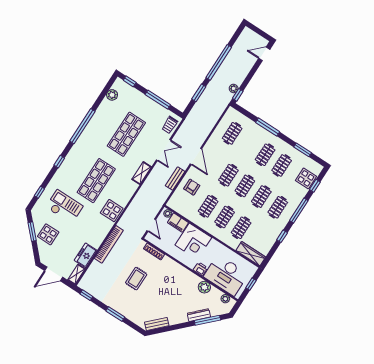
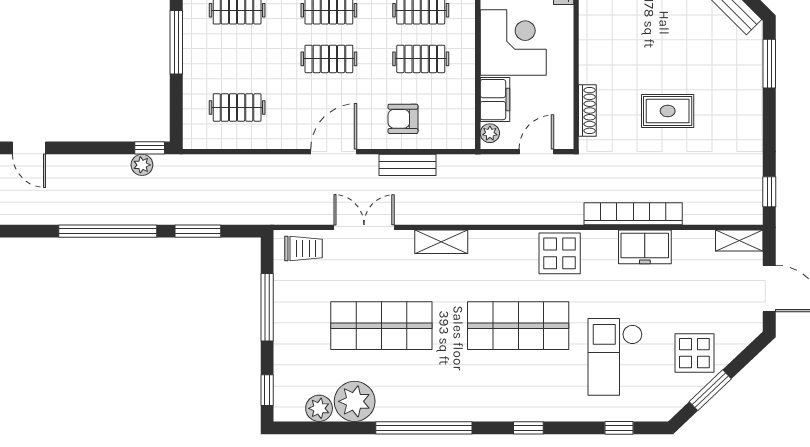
plant: (107, 108) -> (355, 401), added
freezer: (86, 255) -> (645, 247), moved
window: (115, 314) -> (769, 64), moved

